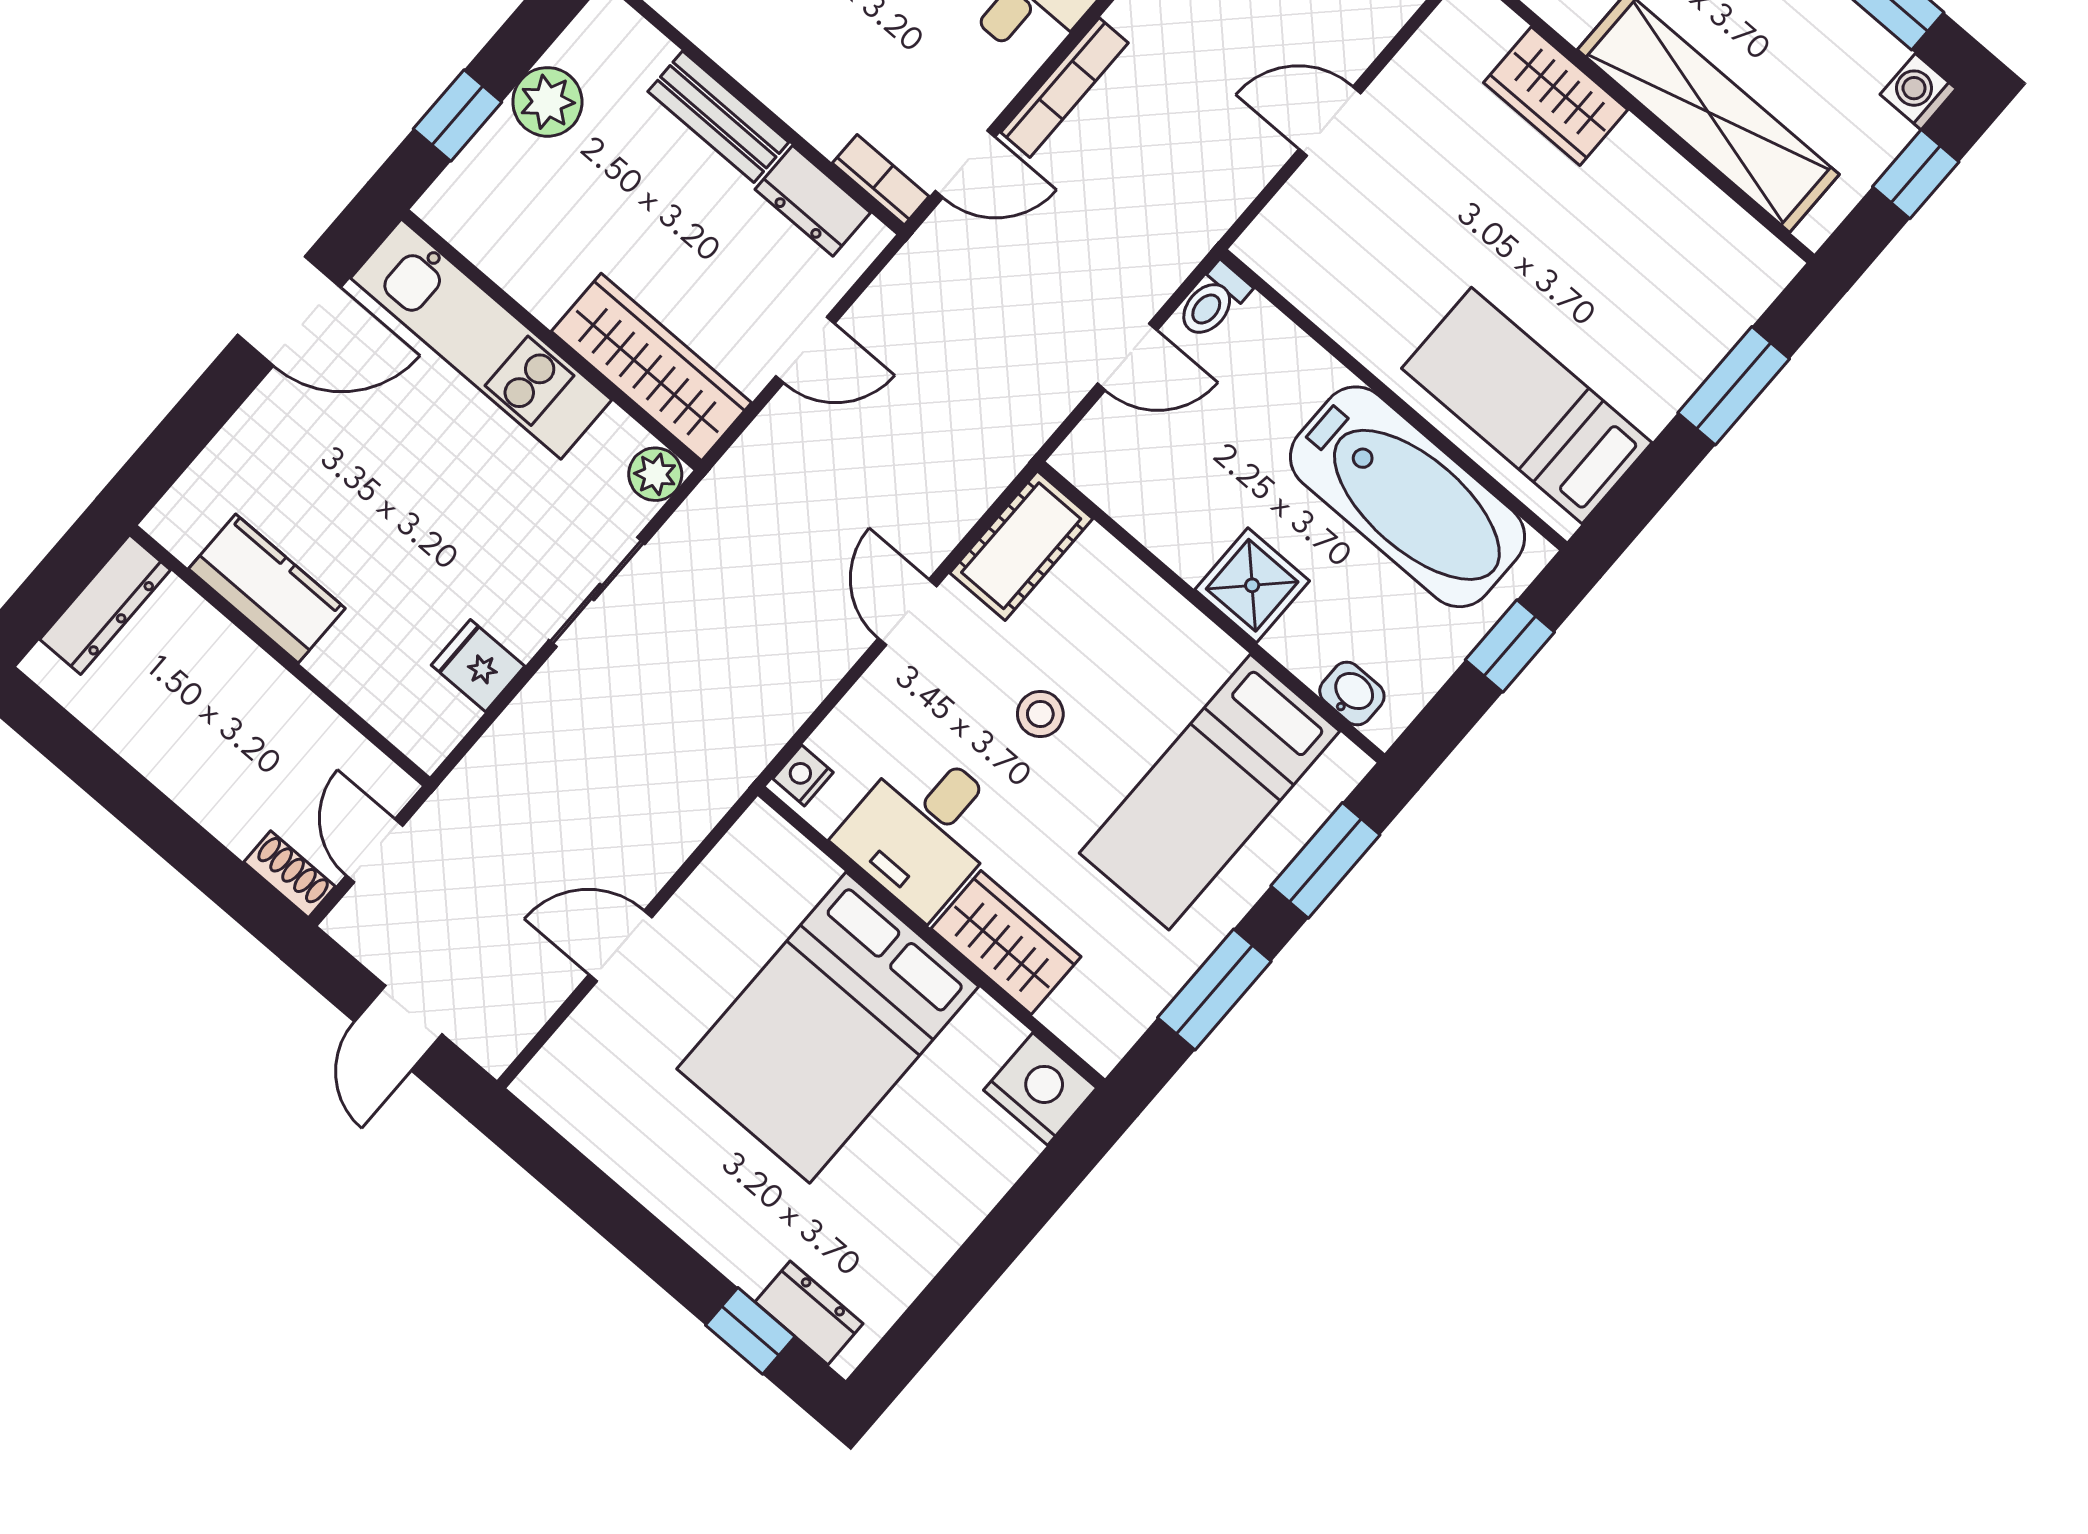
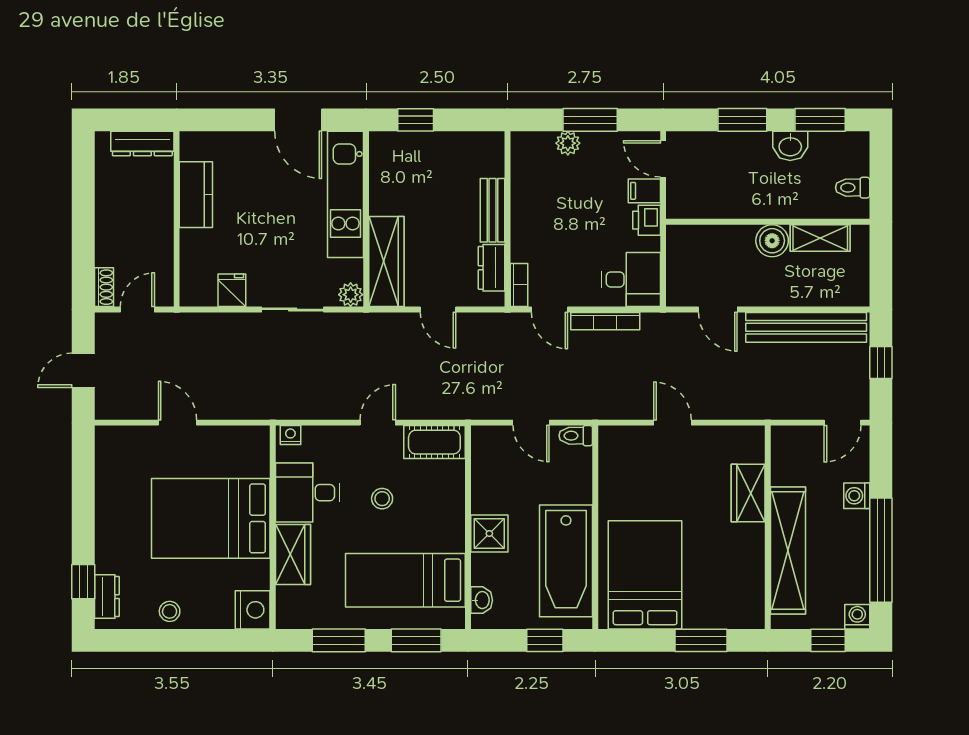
plant: (547, 102) -> (447, 147), removed
bed: (1527, 405) -> (645, 575), width x1.50
stool: (924, 1230) -> (170, 611), added

